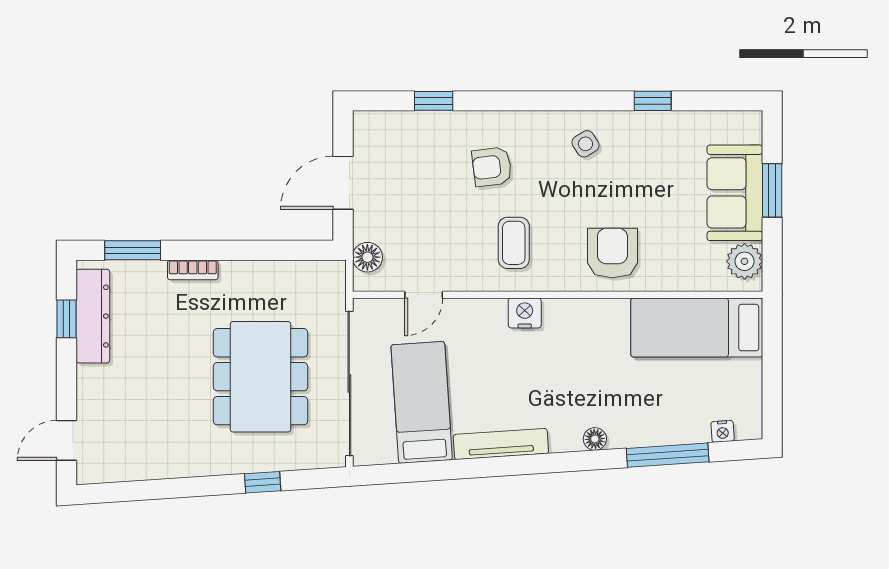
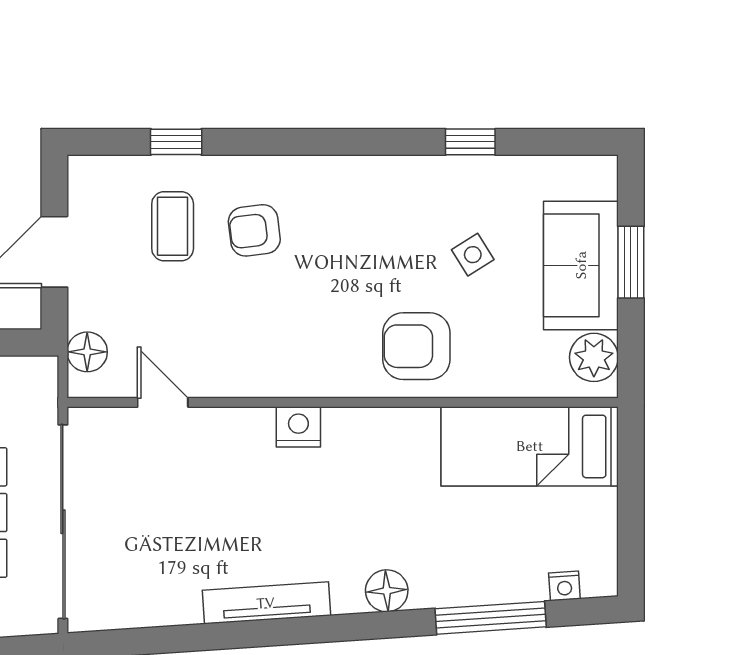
side table: (585, 144) -> (473, 255), moved
coffee table: (514, 243) -> (173, 226), moved
armchair: (612, 253) -> (416, 346), turned -90
door: (424, 295) -> (163, 402), swing flipped
bed: (422, 402) -> (160, 547), removed
floor lamp: (595, 439) -> (387, 591), width x1.37, depth x1.37

